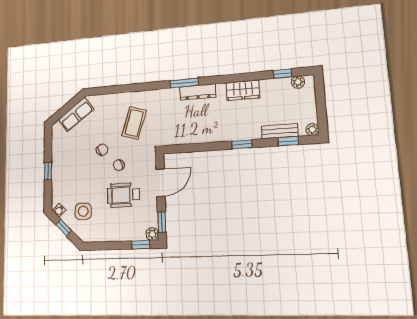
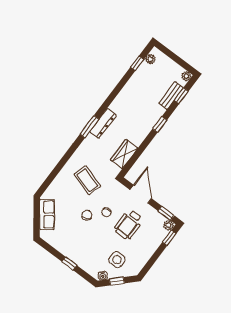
wardrobe: (243, 90) -> (124, 154), moved, turned 180

